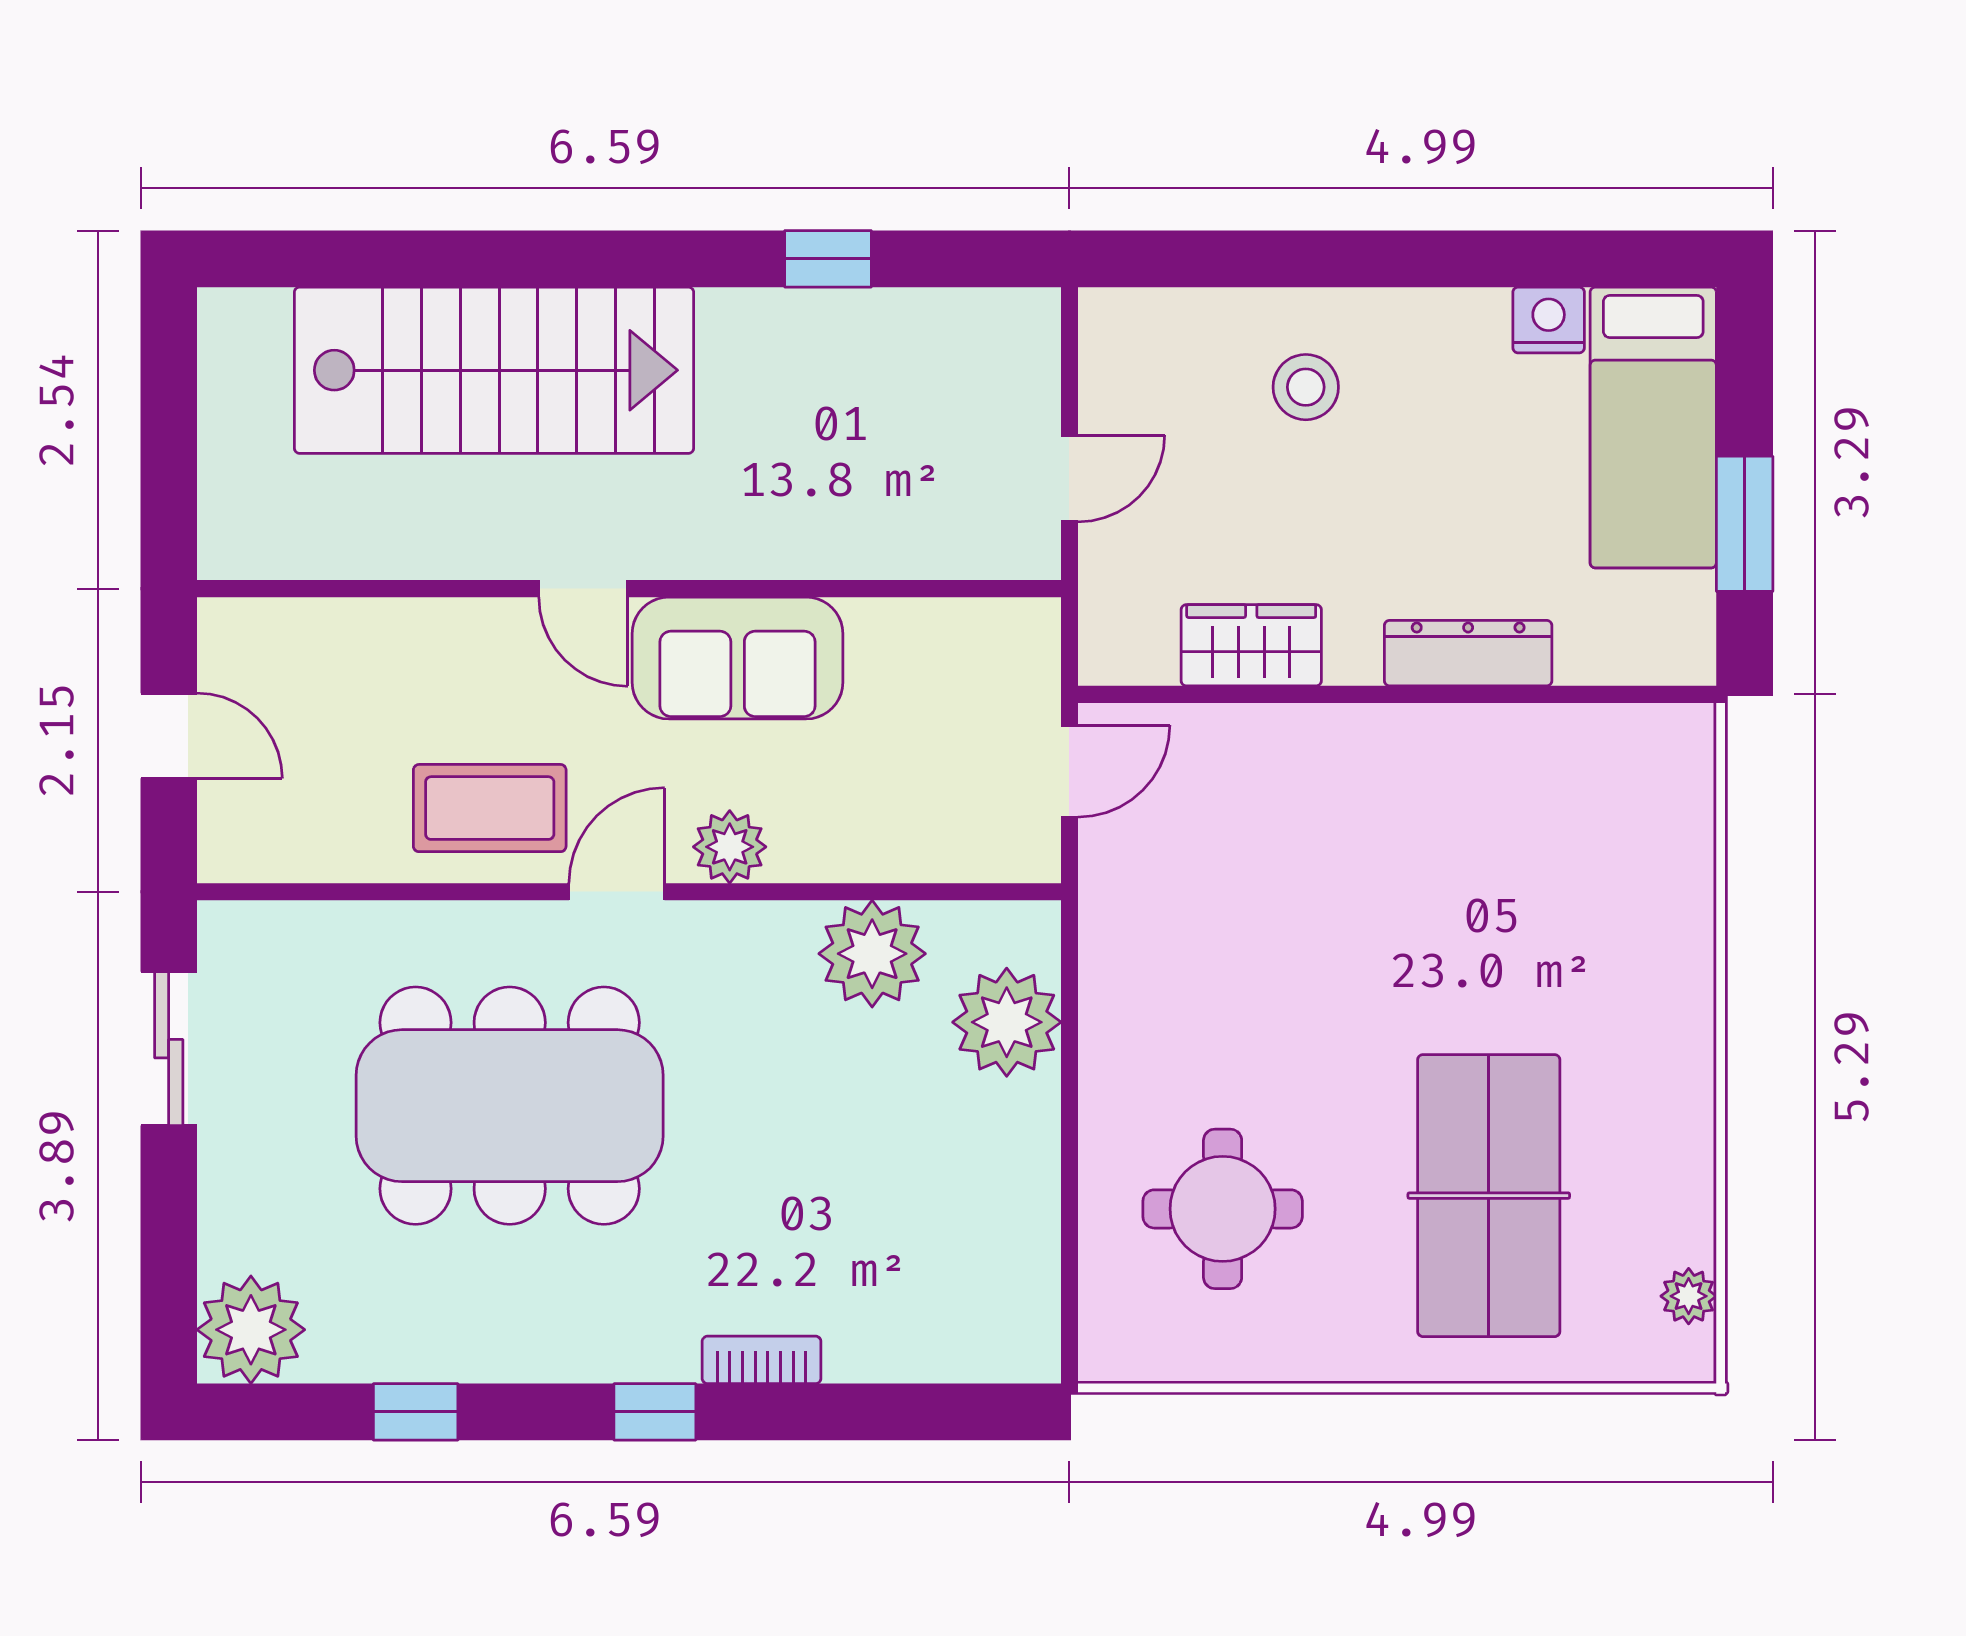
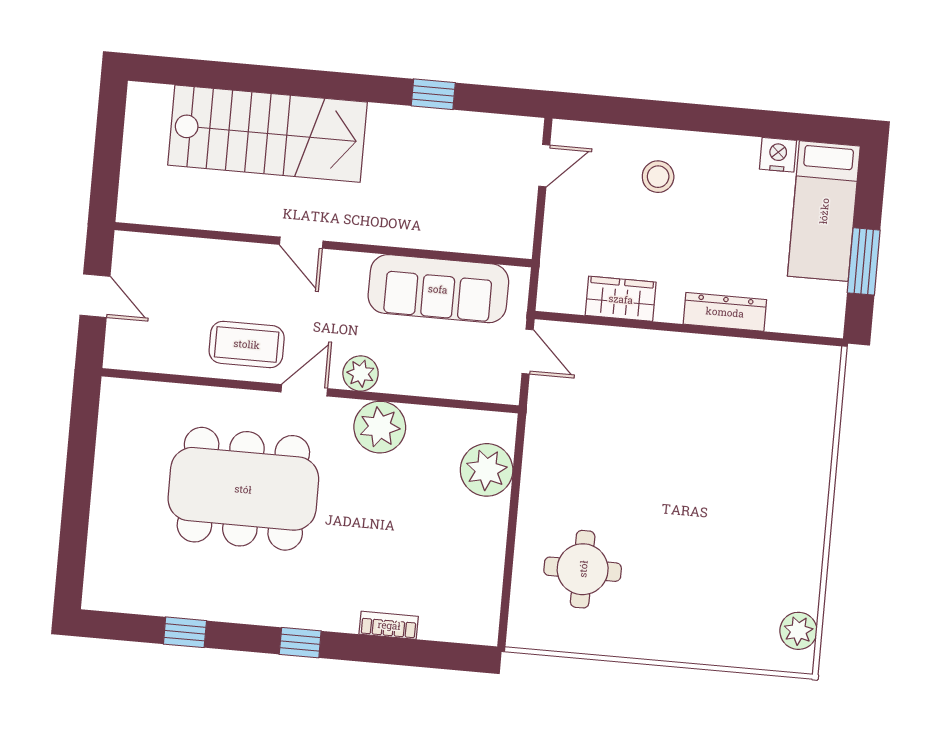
door: (1069, 479) -> (544, 166), moved
sofa: (738, 658) -> (438, 289), moved, width x1.36
door: (1069, 771) -> (528, 352), hinge flipped
plant: (872, 954) -> (380, 427), moved
sliding door: (169, 1049) -> (82, 447), removed
table tennis table: (1489, 1196) -> (711, 574), removed
plant: (1689, 1296) -> (798, 631), width x1.38, depth x1.38
plant: (251, 1330) -> (109, 586), removed
bookcase: (762, 1360) -> (389, 625), moved

